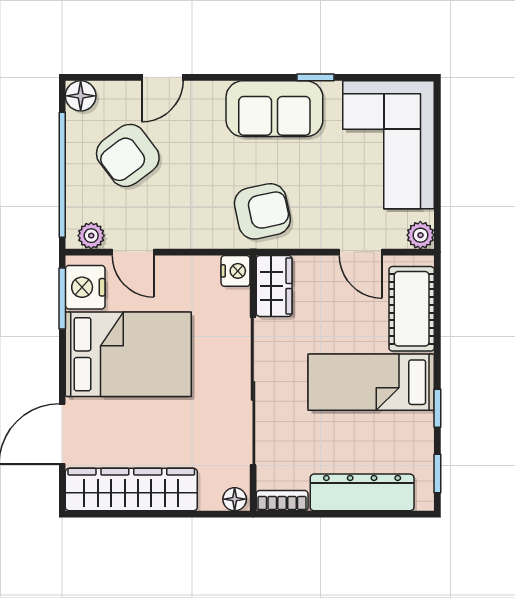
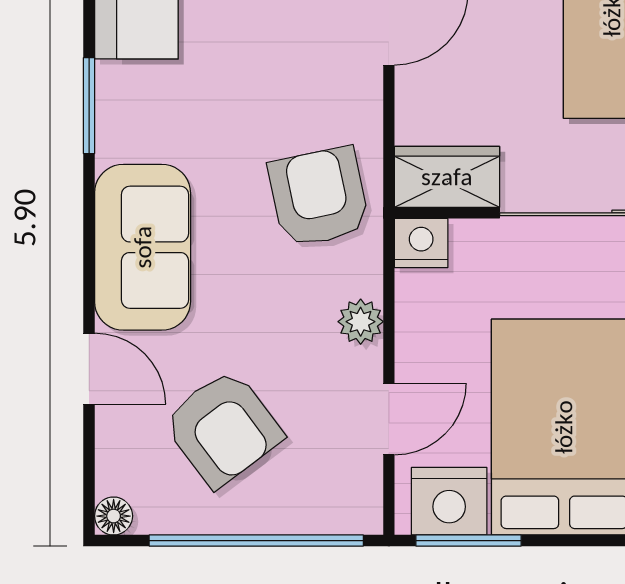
window: (316, 77) -> (89, 106), width x1.50
floor lamp: (81, 96) -> (114, 516), width x0.73, depth x0.73
sofa: (274, 109) -> (143, 247), moved
plant: (91, 236) -> (361, 322), moved

